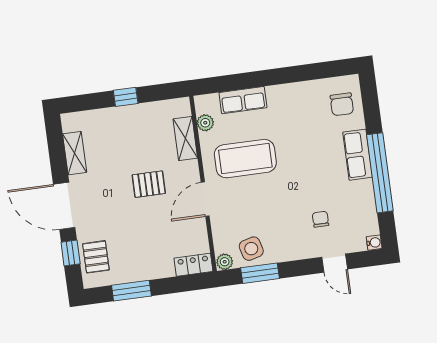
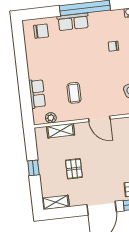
shelving: (75, 153) -> (56, 202), moved
coffee table: (245, 159) -> (74, 93), width x0.54, depth x0.58
pallet: (149, 184) -> (74, 169), moved

